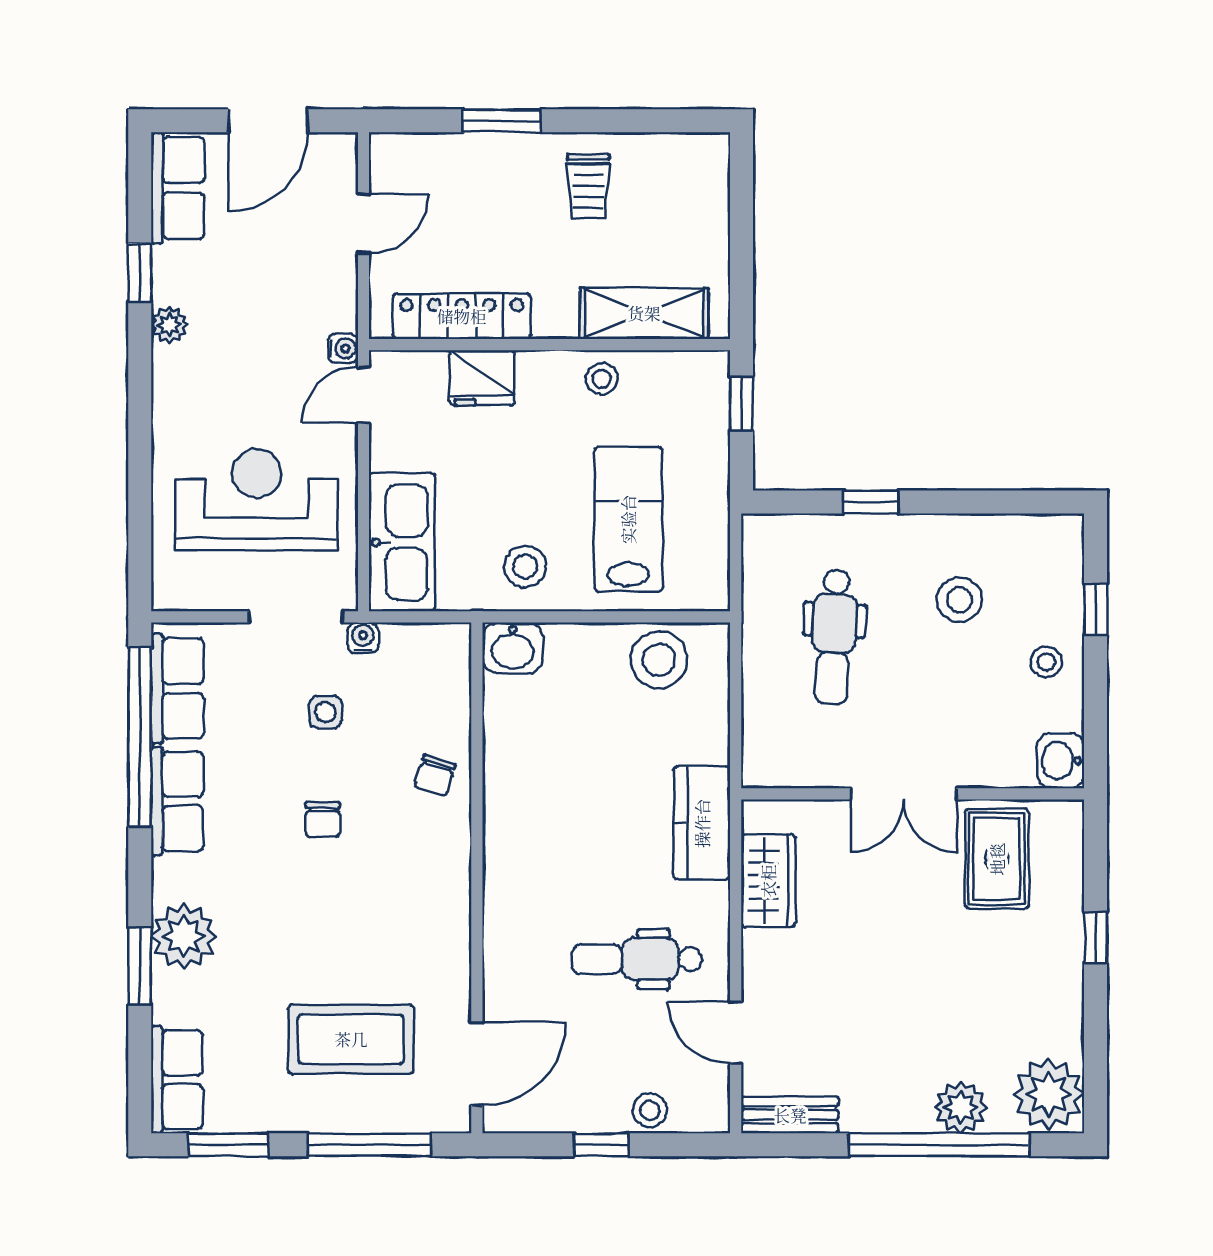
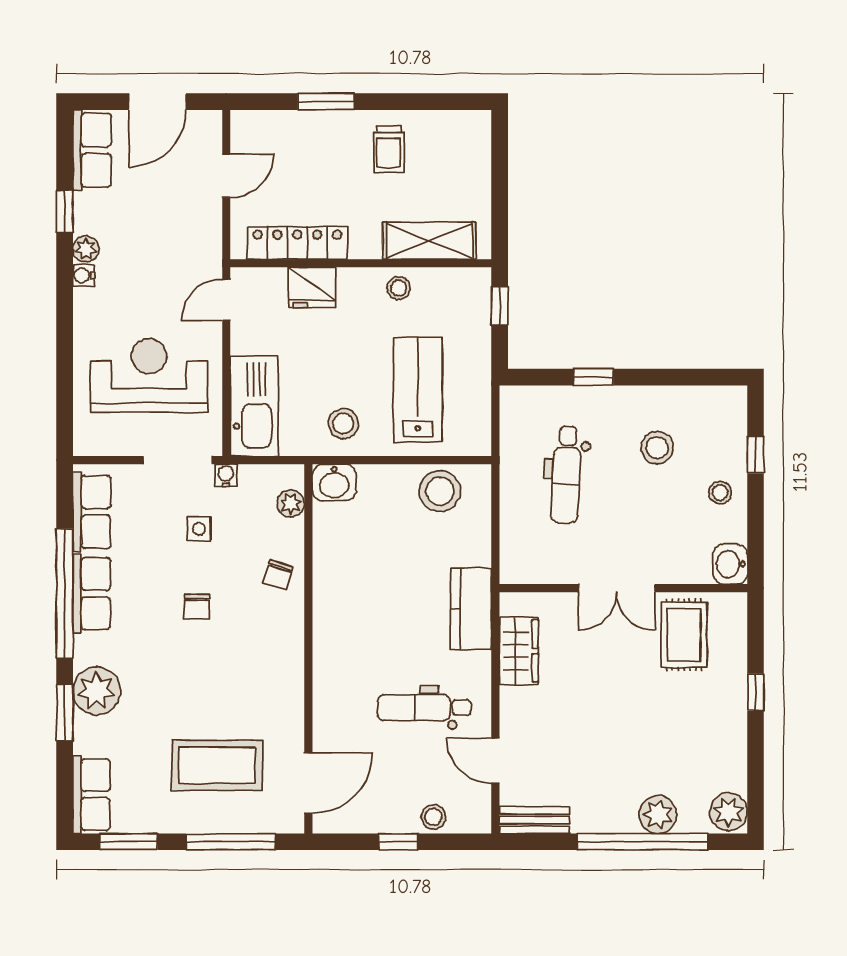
water cooler: (343, 348) -> (84, 276), moved, turned 180
plant: (453, 677) -> (291, 503), added
window: (140, 737) -> (65, 594), moved
plant: (1049, 1094) -> (728, 812), width x0.73, depth x0.73

